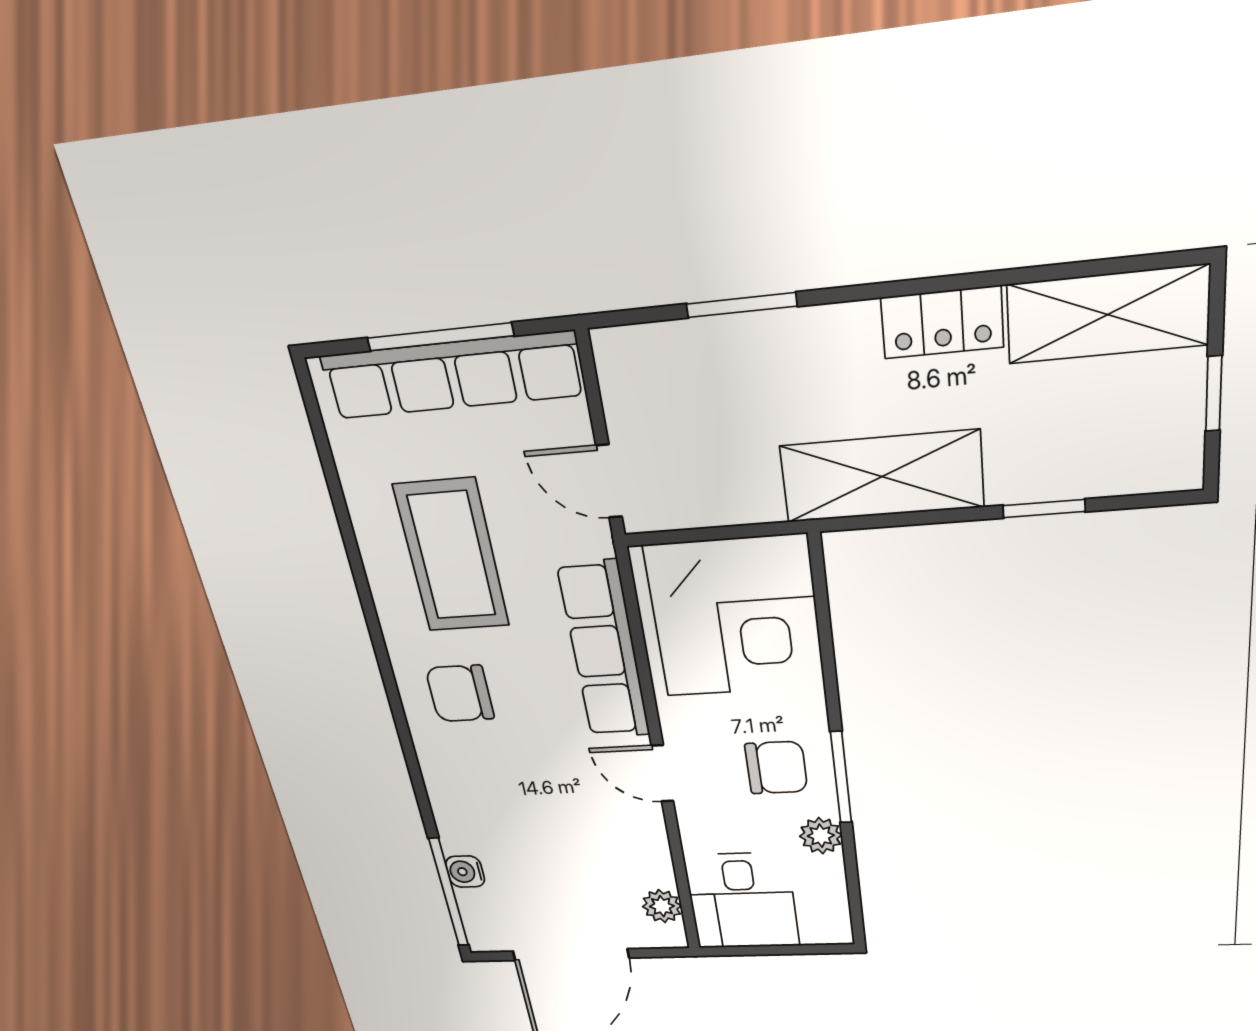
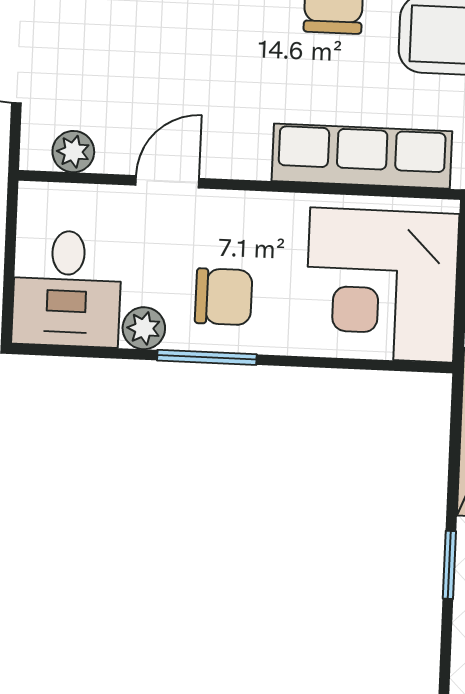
chair: (776, 768) -> (224, 297), turned -90
door: (662, 773) -> (167, 182), moved
desk: (742, 901) -> (67, 289), moved, turned -90

